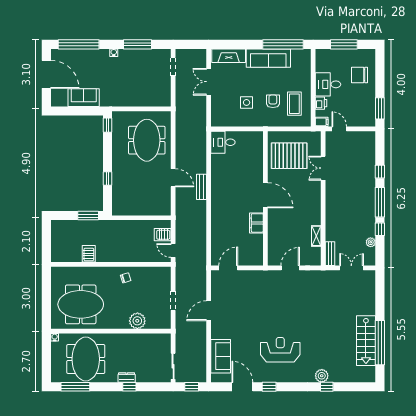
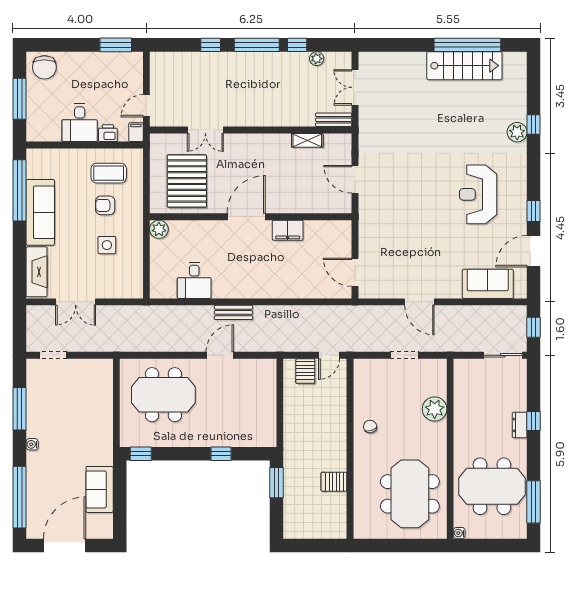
chair: (360, 75) -> (44, 67), moved
plant: (257, 137) -> (159, 229), added
desk: (223, 142) -> (194, 280), moved

